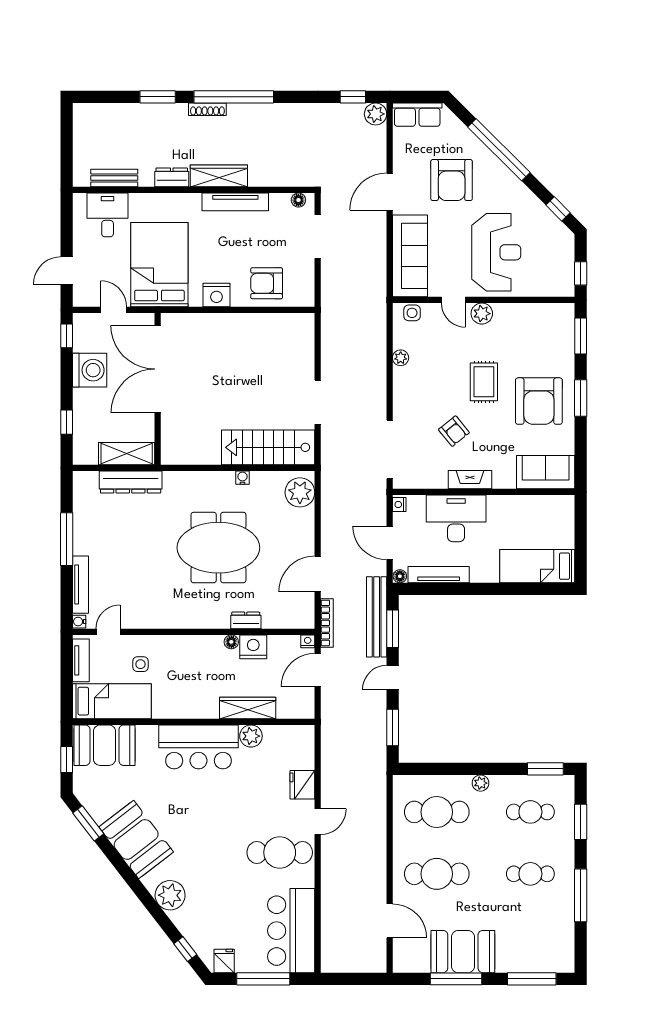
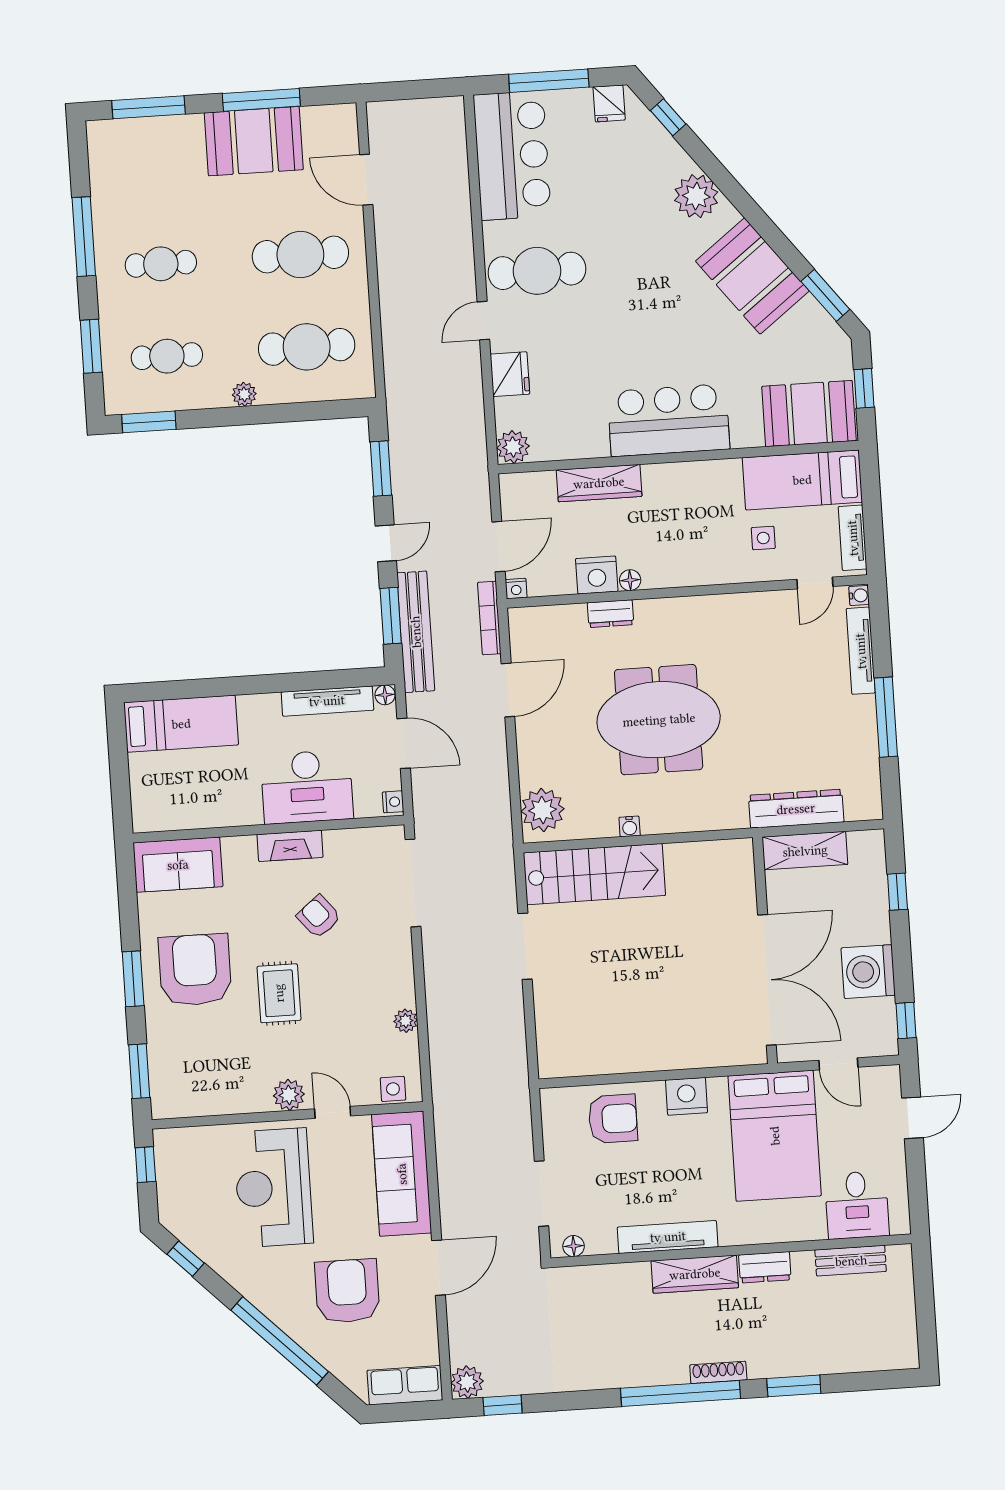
plant: (251, 736) -> (513, 447), moved

